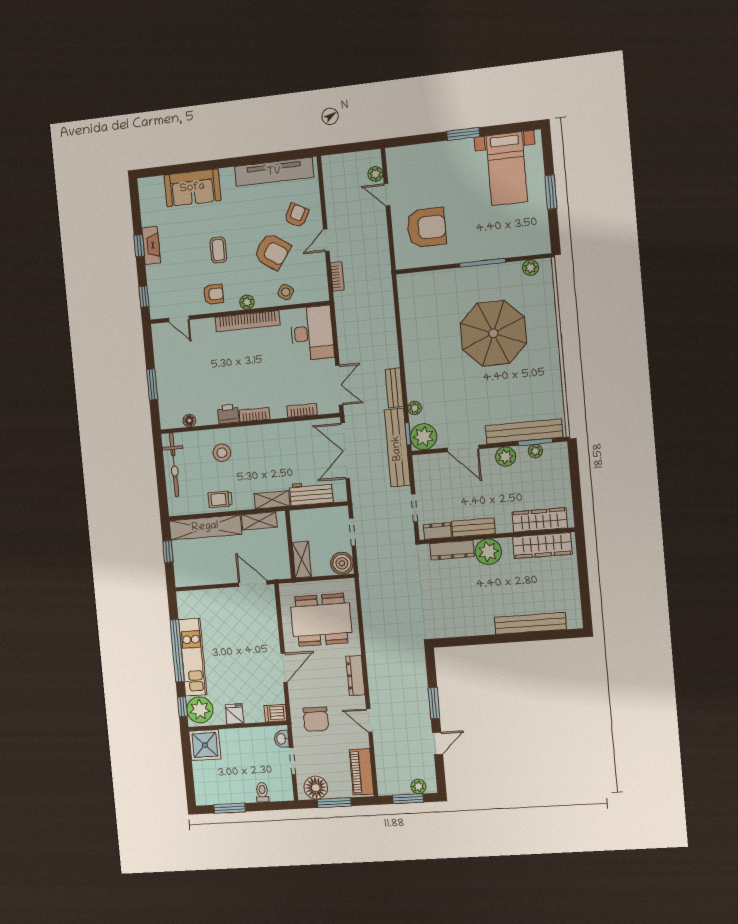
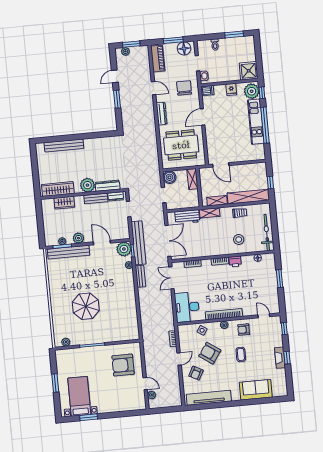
window: (463, 134) -> (89, 417), moved
parasol: (493, 333) -> (86, 306), width x0.73, depth x0.73
wardrobe: (540, 520) -> (64, 203), width x0.67

